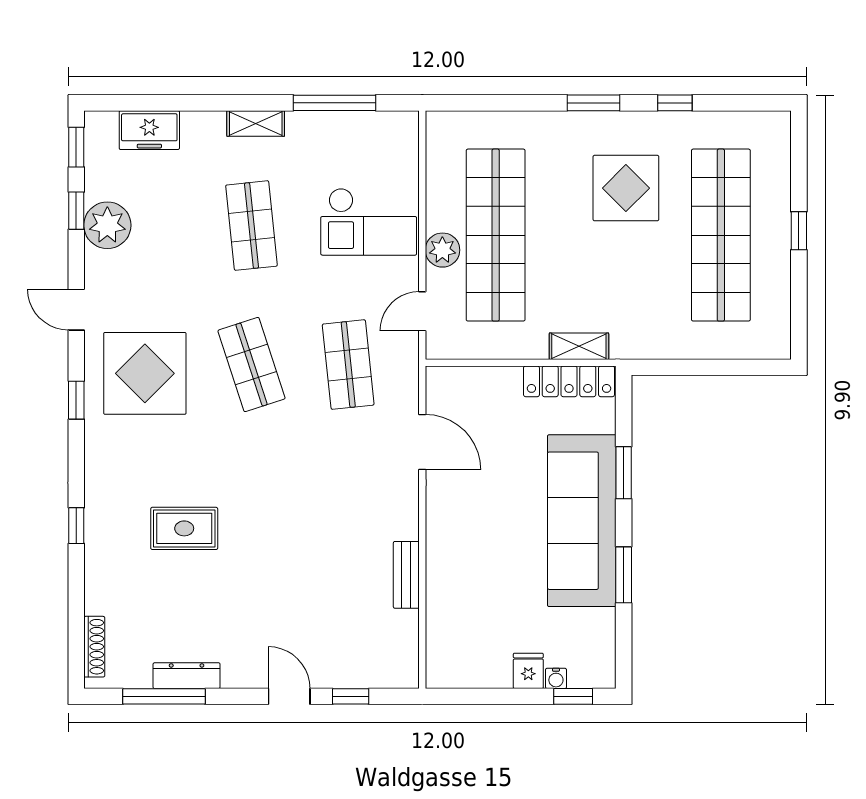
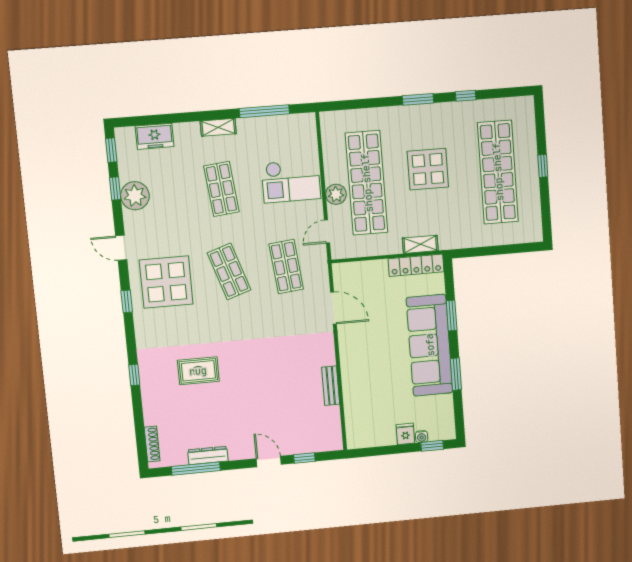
display table: (626, 188) -> (428, 169), moved

